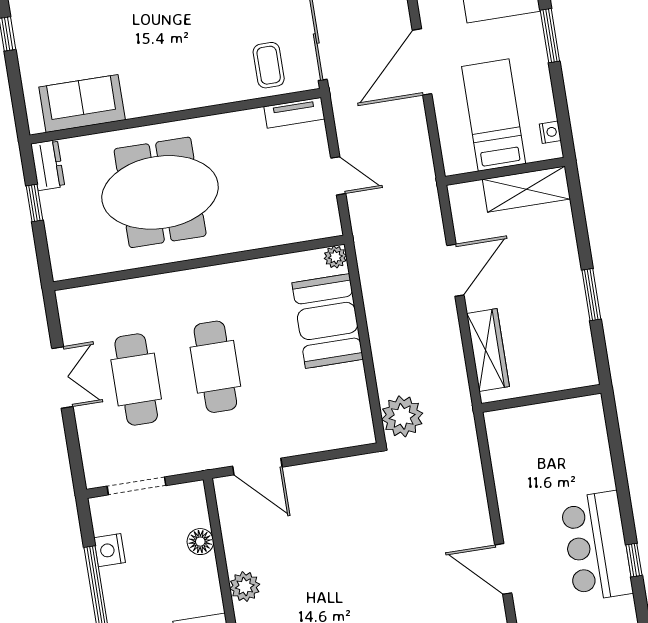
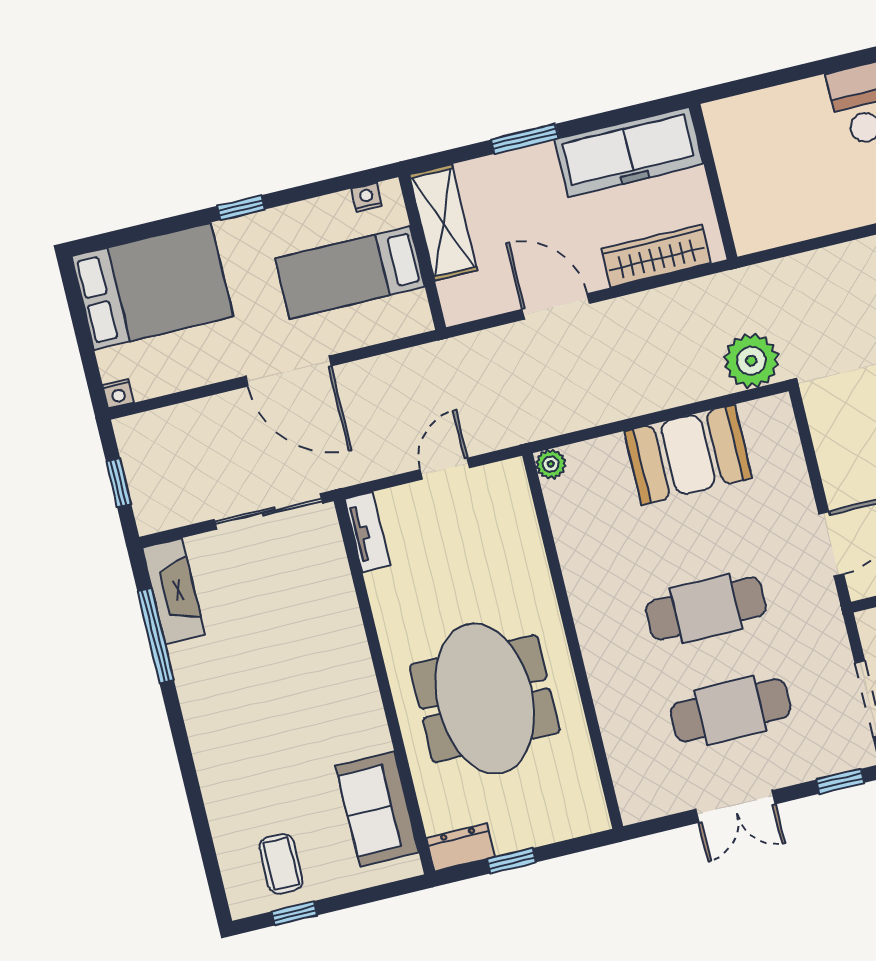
window: (550, 36) -> (241, 208), width x0.67
coffee table: (269, 65) -> (281, 864), moved, turned 90
window: (591, 295) -> (525, 139), moved
booth: (328, 321) -> (688, 455), moved
freezer: (569, 335) -> (629, 152), added
double door: (62, 377) -> (735, 807), swing flipped
window: (75, 459) -> (840, 781), added

